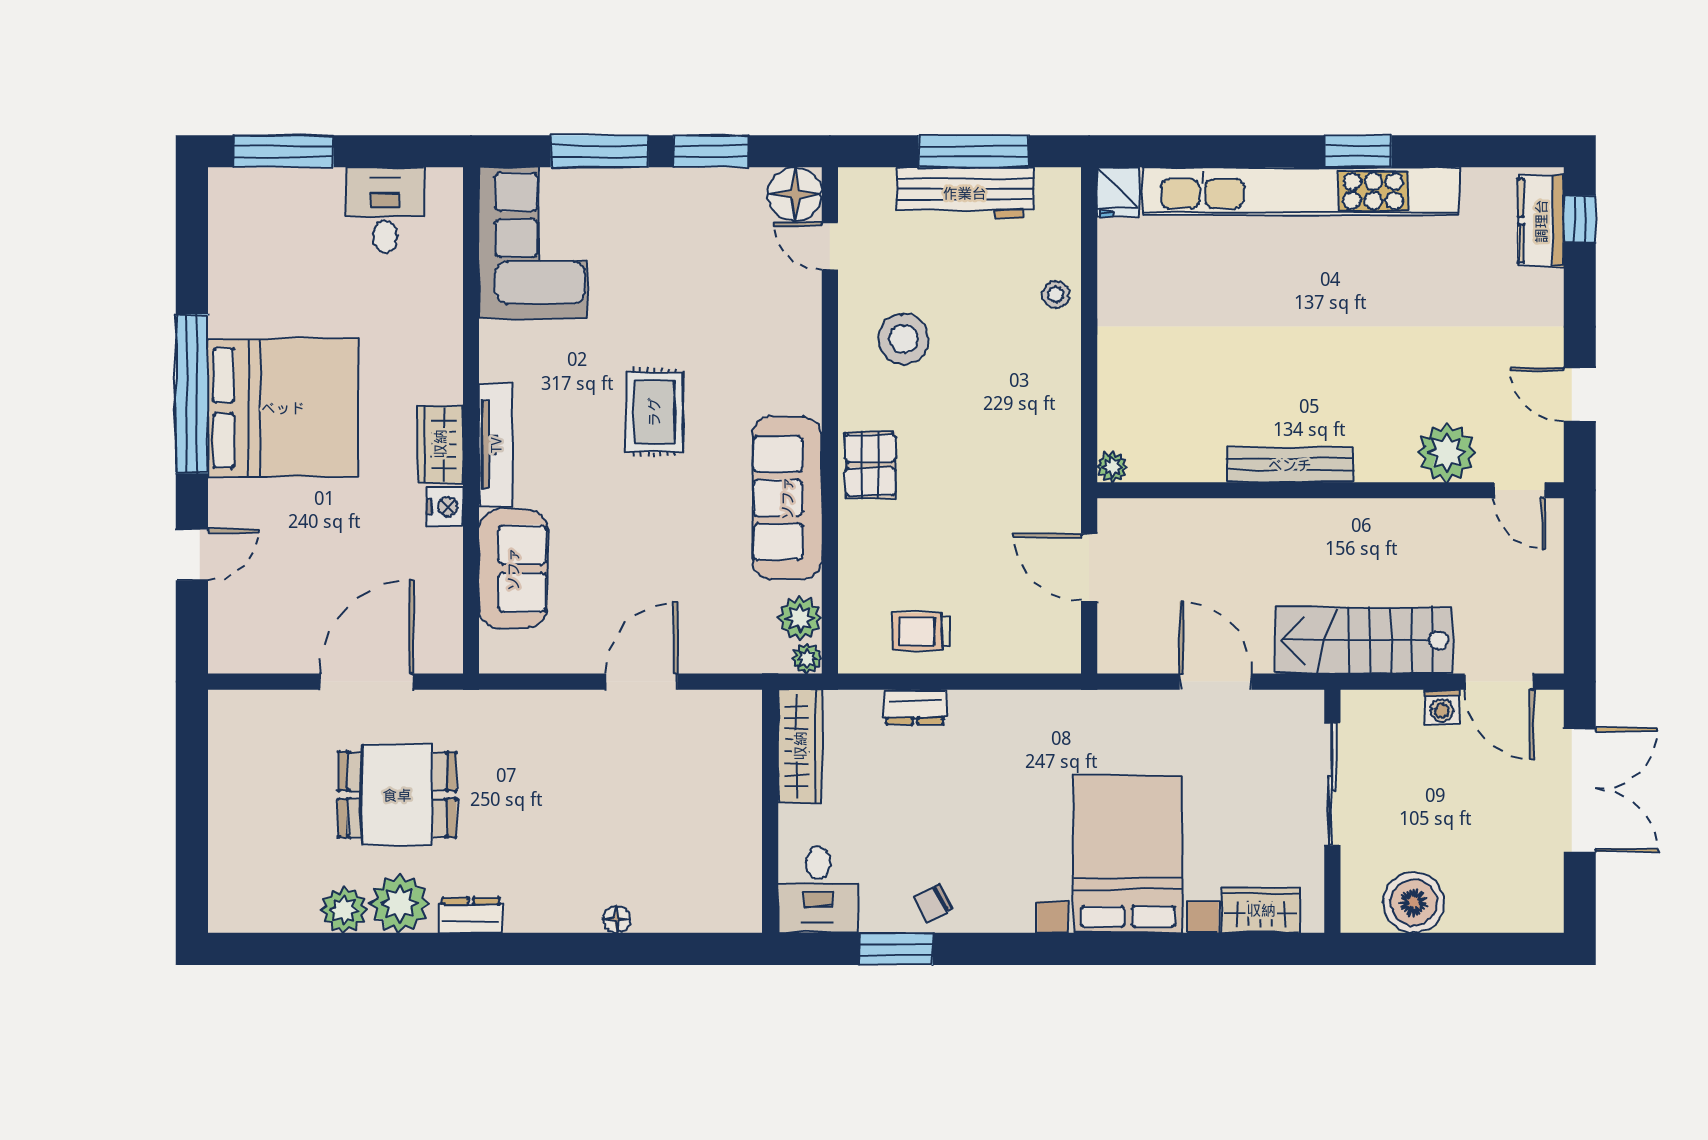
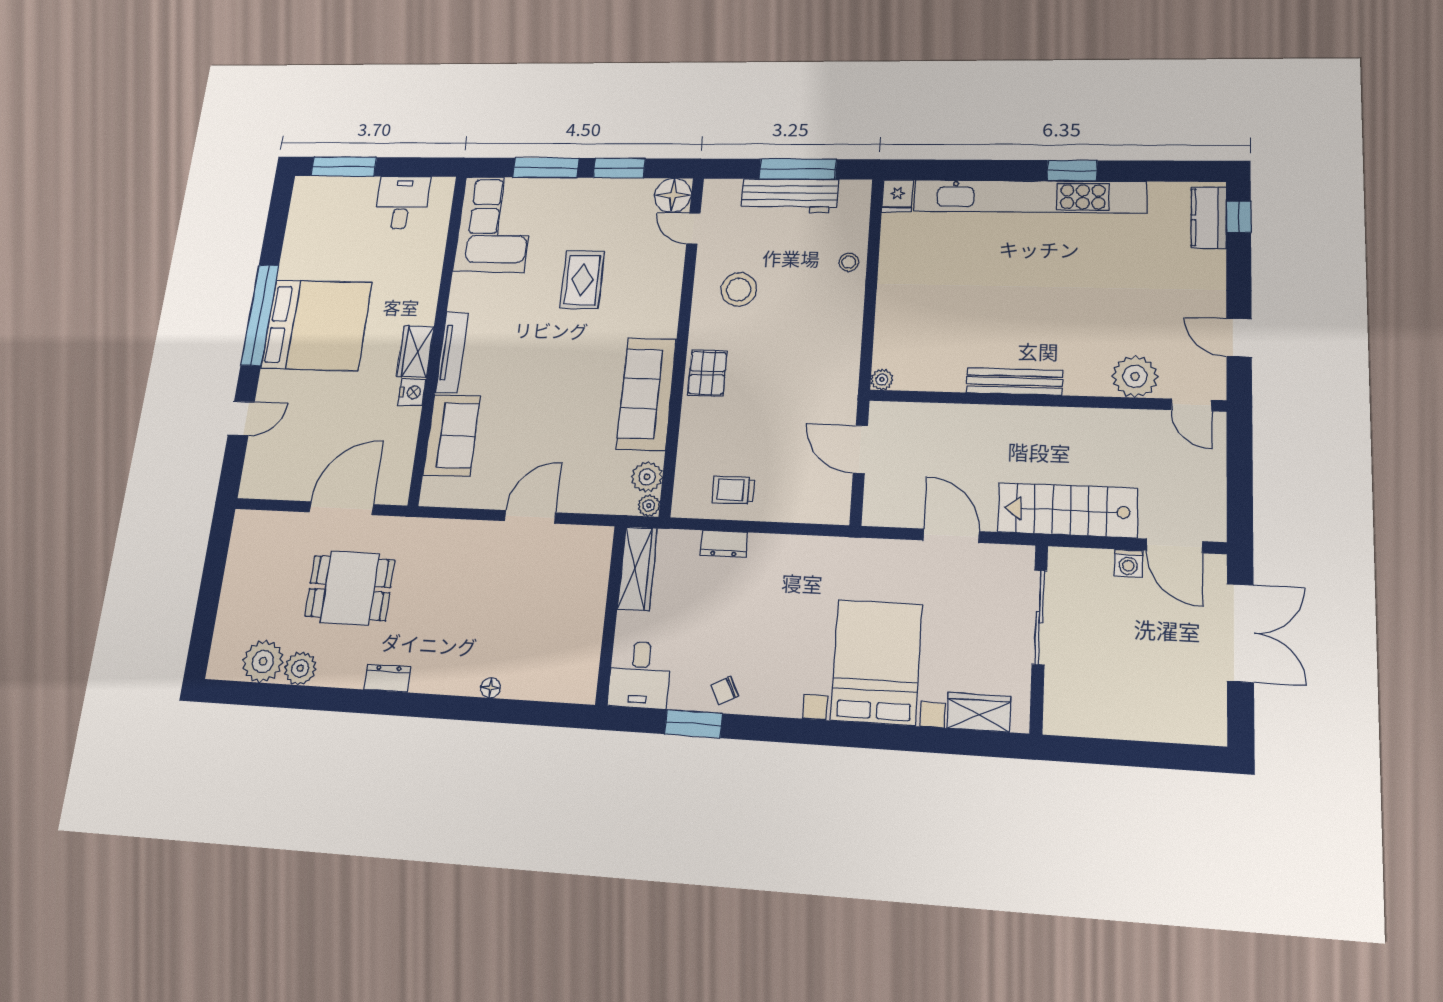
rug: (654, 412) -> (582, 280), moved
boiler: (1414, 902) -> (1103, 714), removed
plant: (399, 903) -> (263, 661), moved

